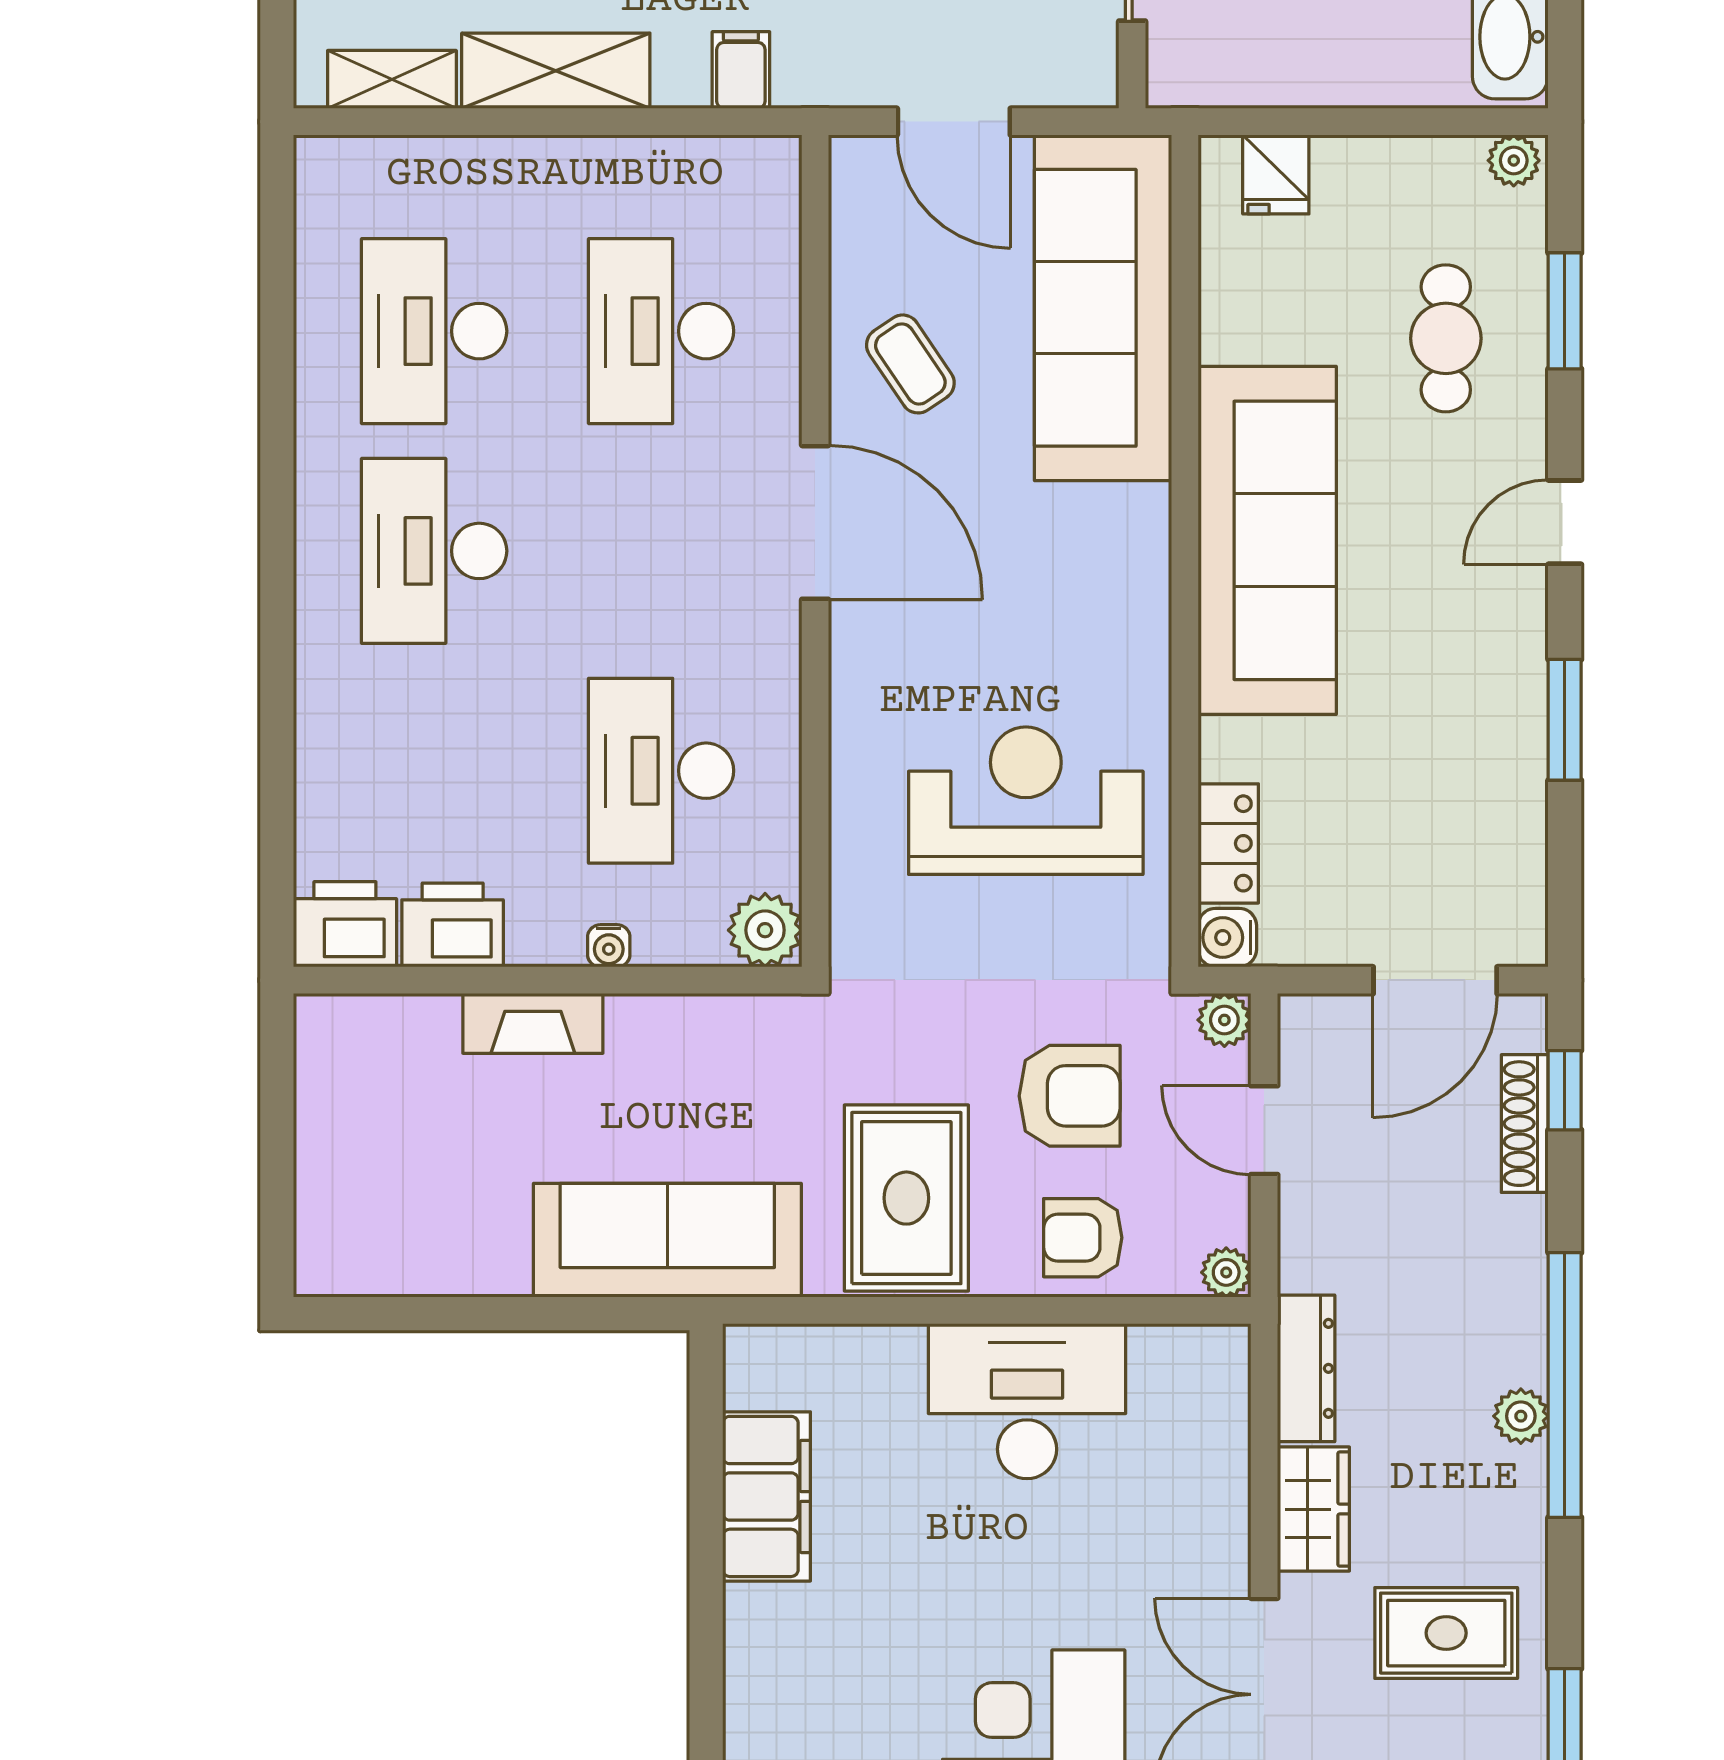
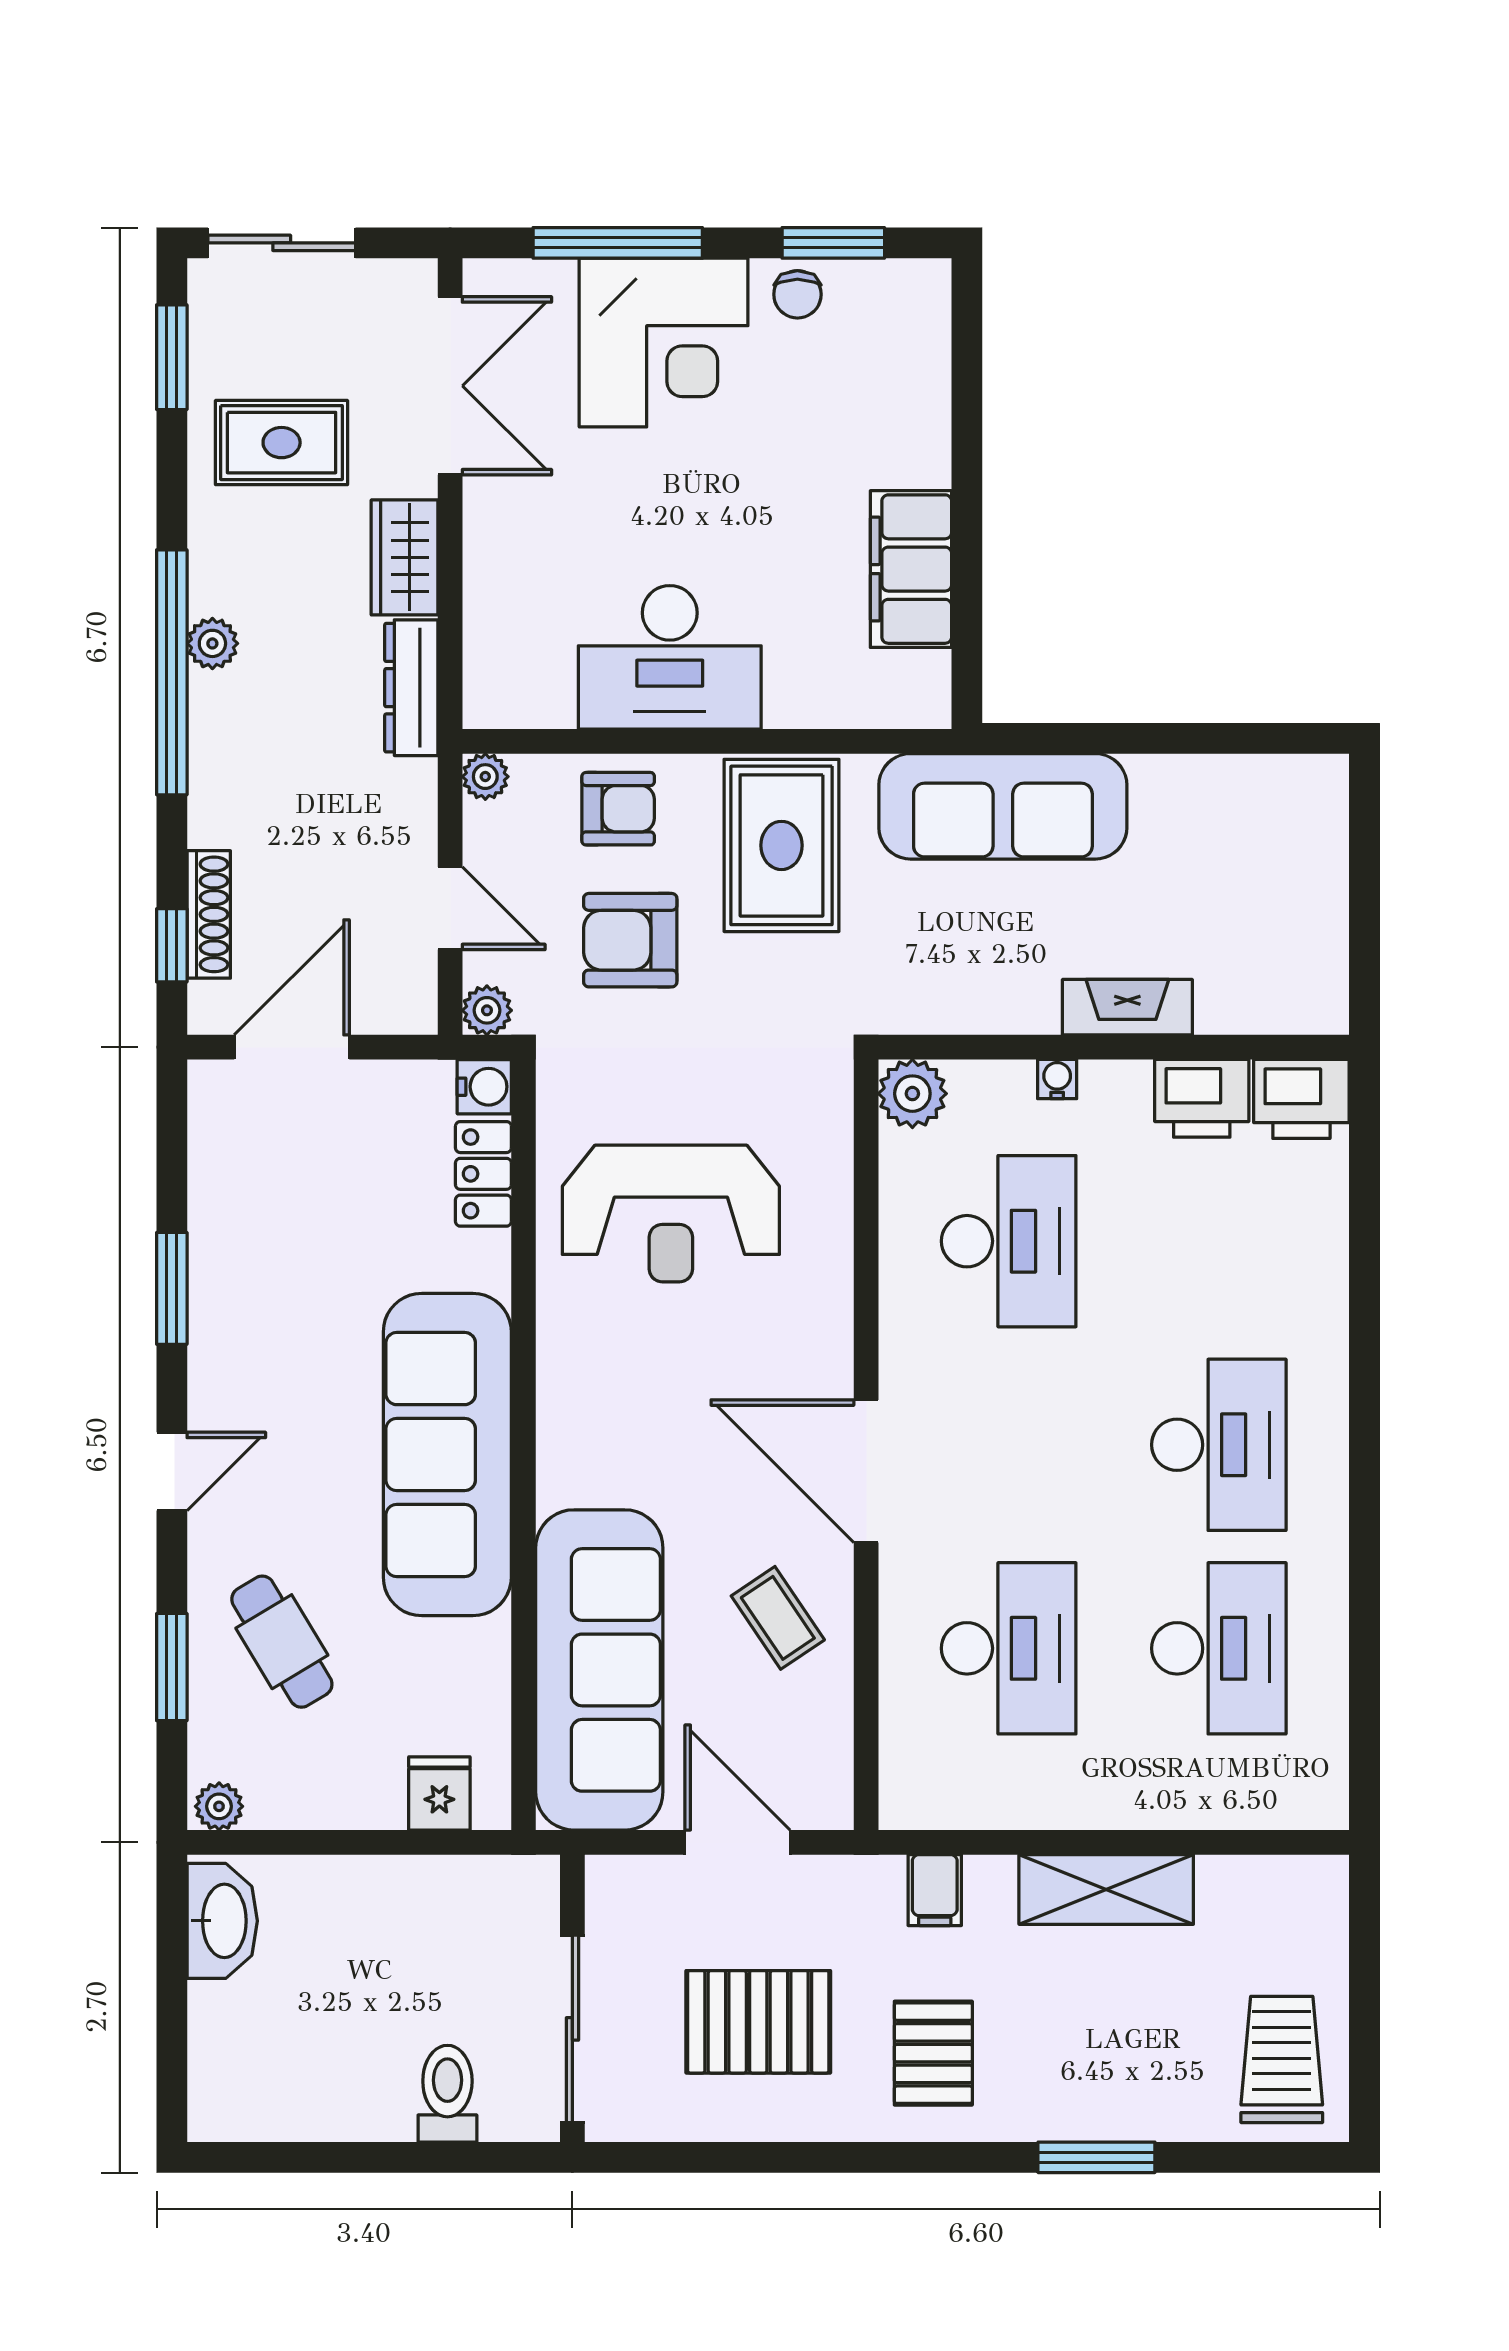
shelving: (392, 79) -> (1258, 1881), removed
cafe table: (1446, 338) -> (282, 1642), turned -31

